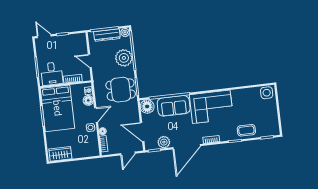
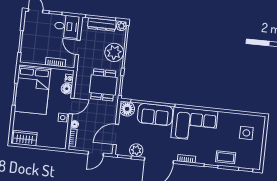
desk: (52, 74) -> (67, 26), moved, turned -90
dining table: (121, 90) -> (103, 85), turned 90
side table: (267, 93) -> (246, 133), moved
door: (142, 132) -> (116, 134), hinge flipped

